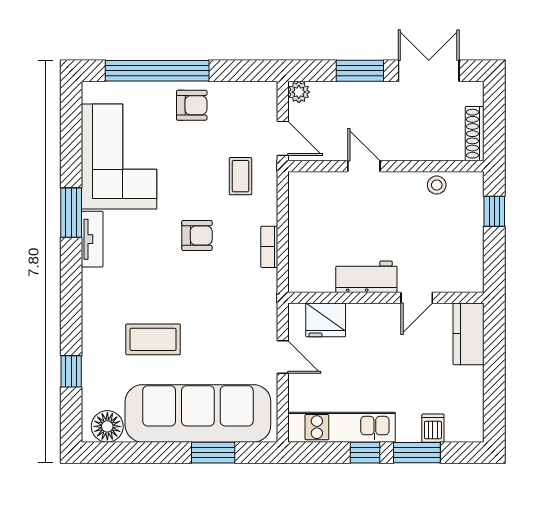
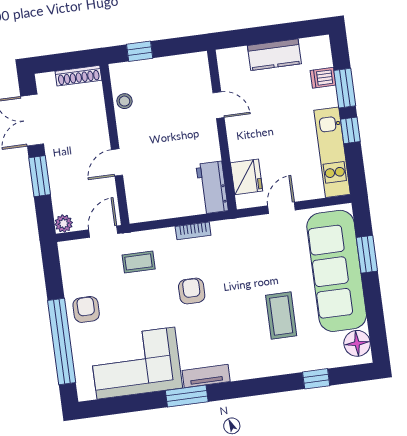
workbench: (366, 277) -> (212, 187), moved
kitchen counter: (469, 334) -> (274, 55), moved

